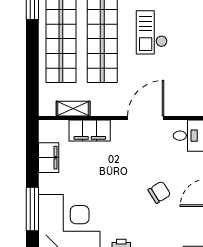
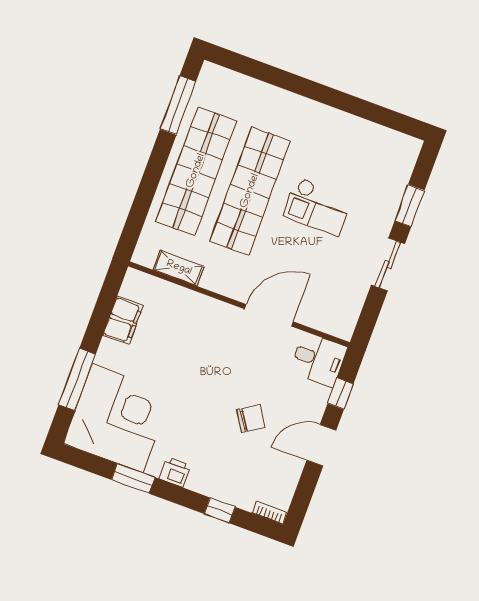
checkout: (152, 32) -> (318, 207), turned -90
filing cabinet: (90, 131) -> (190, 305), removed

